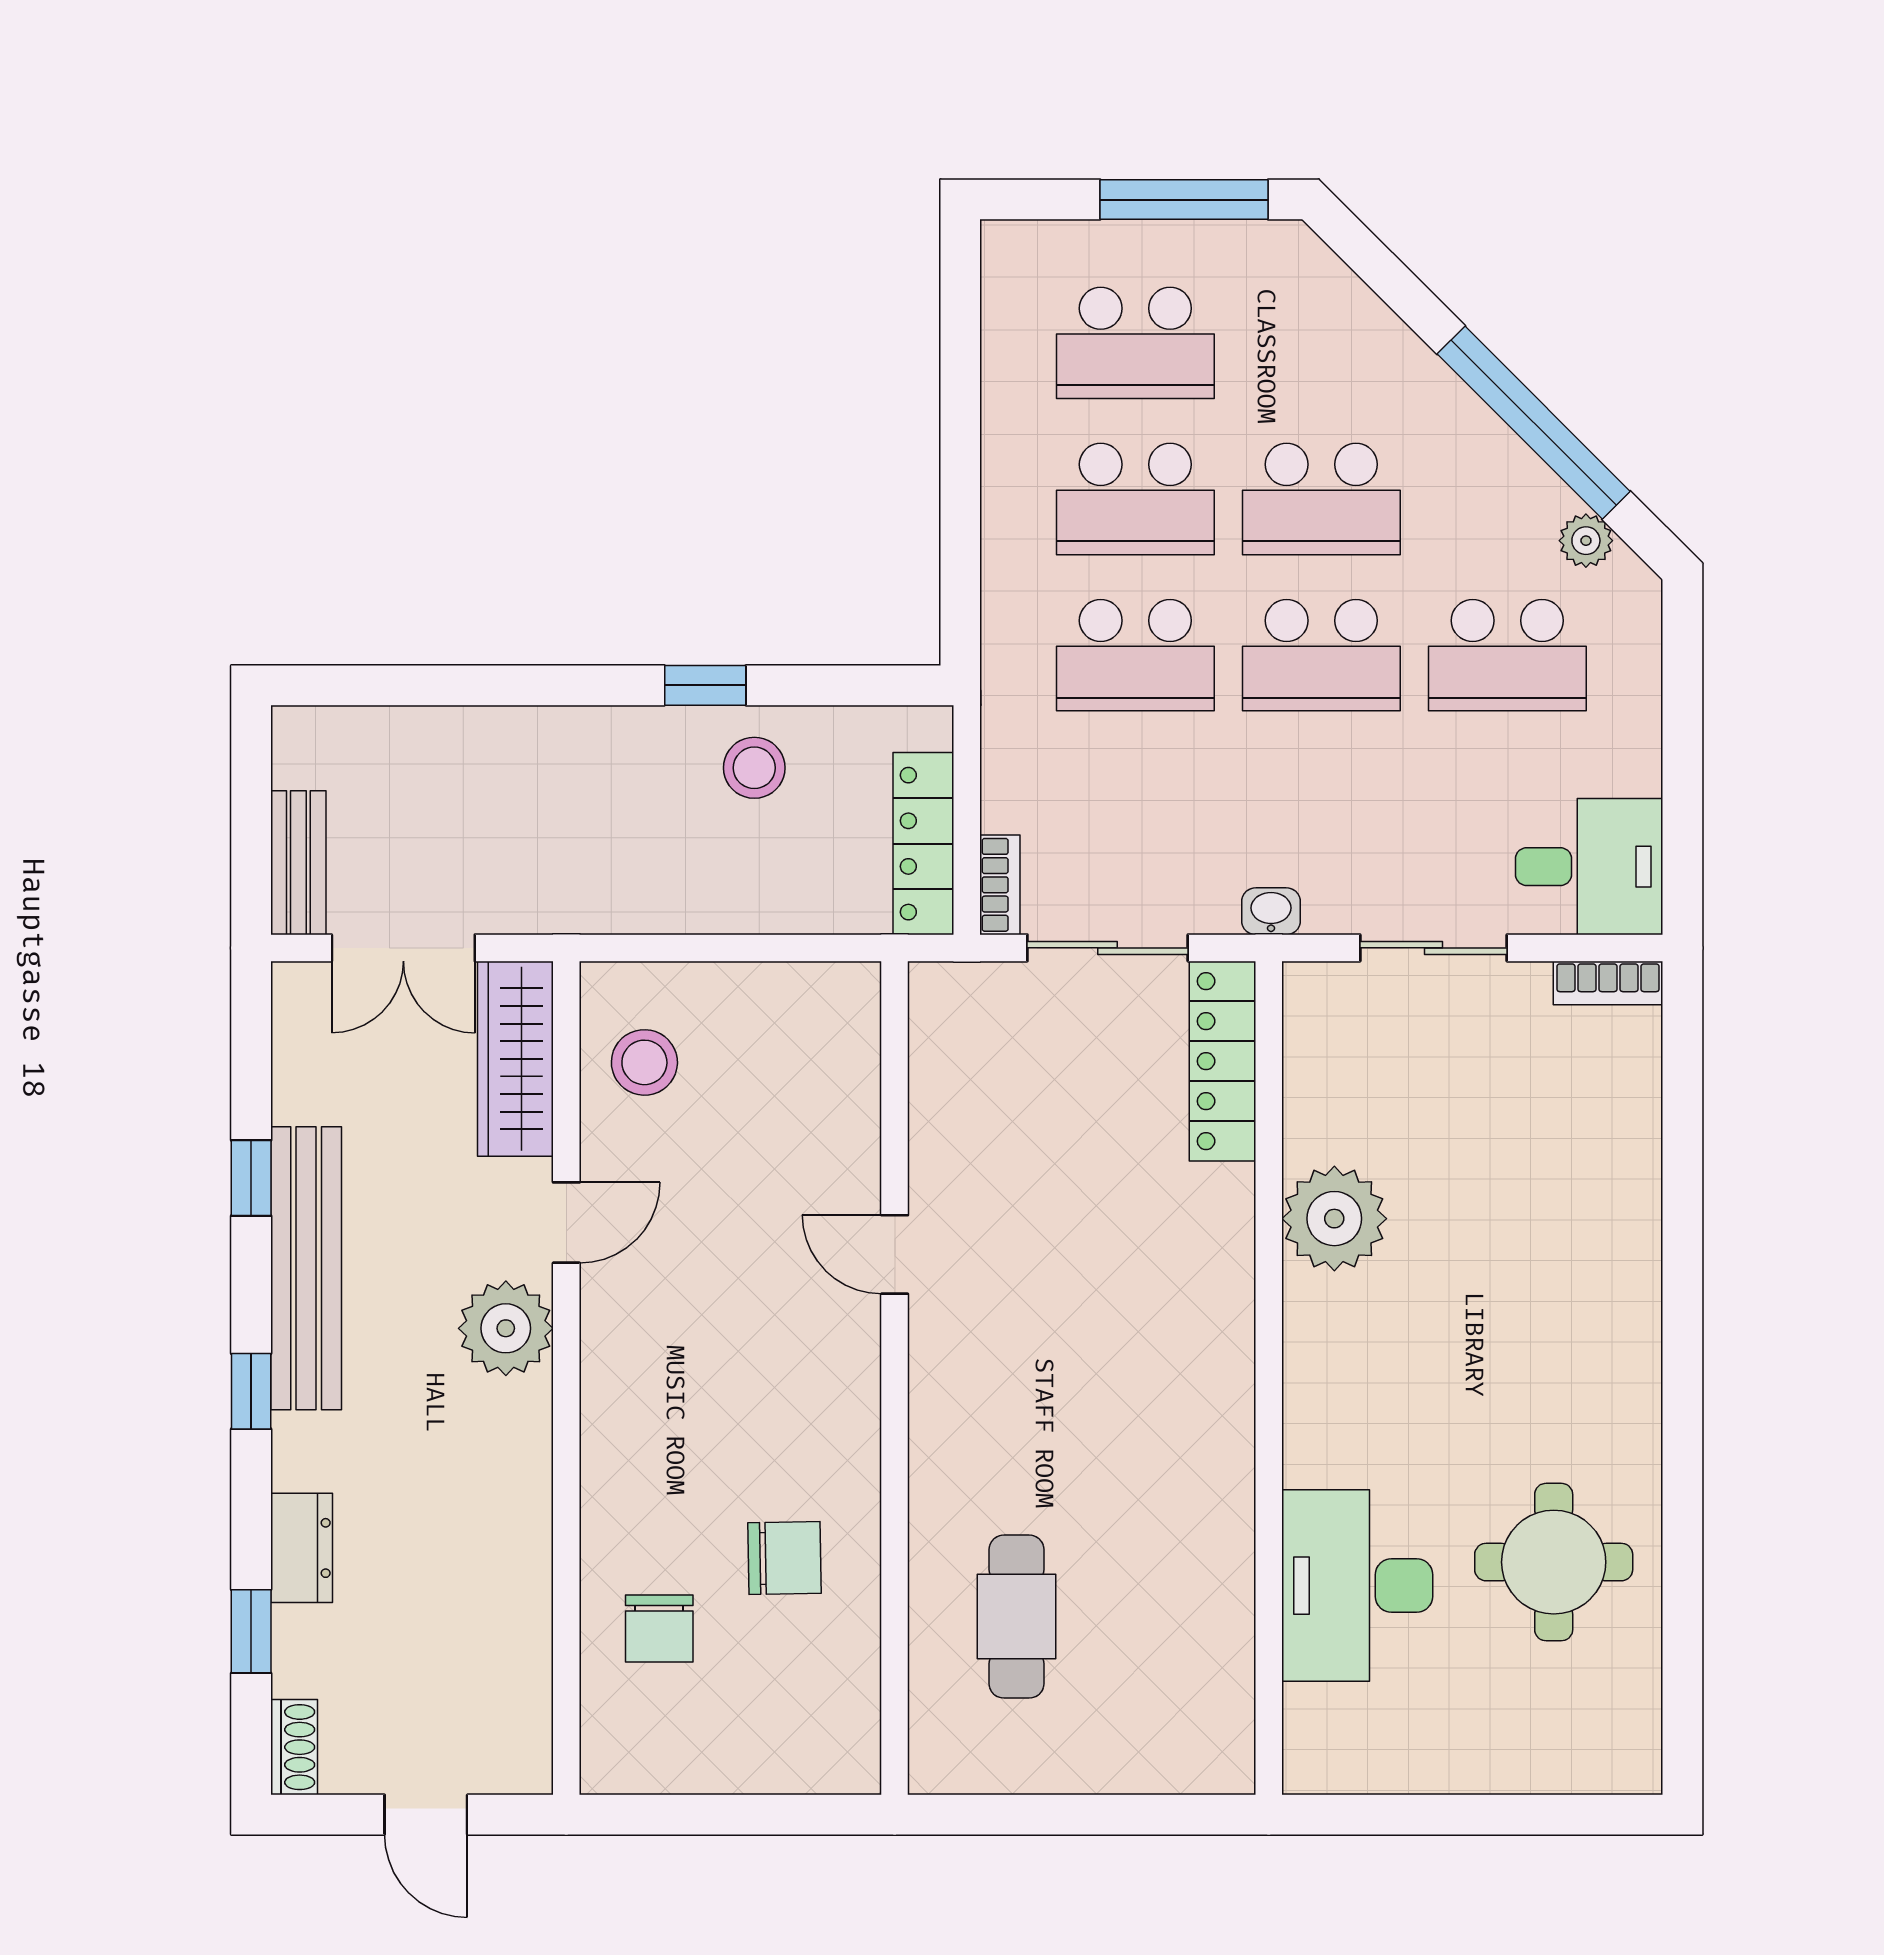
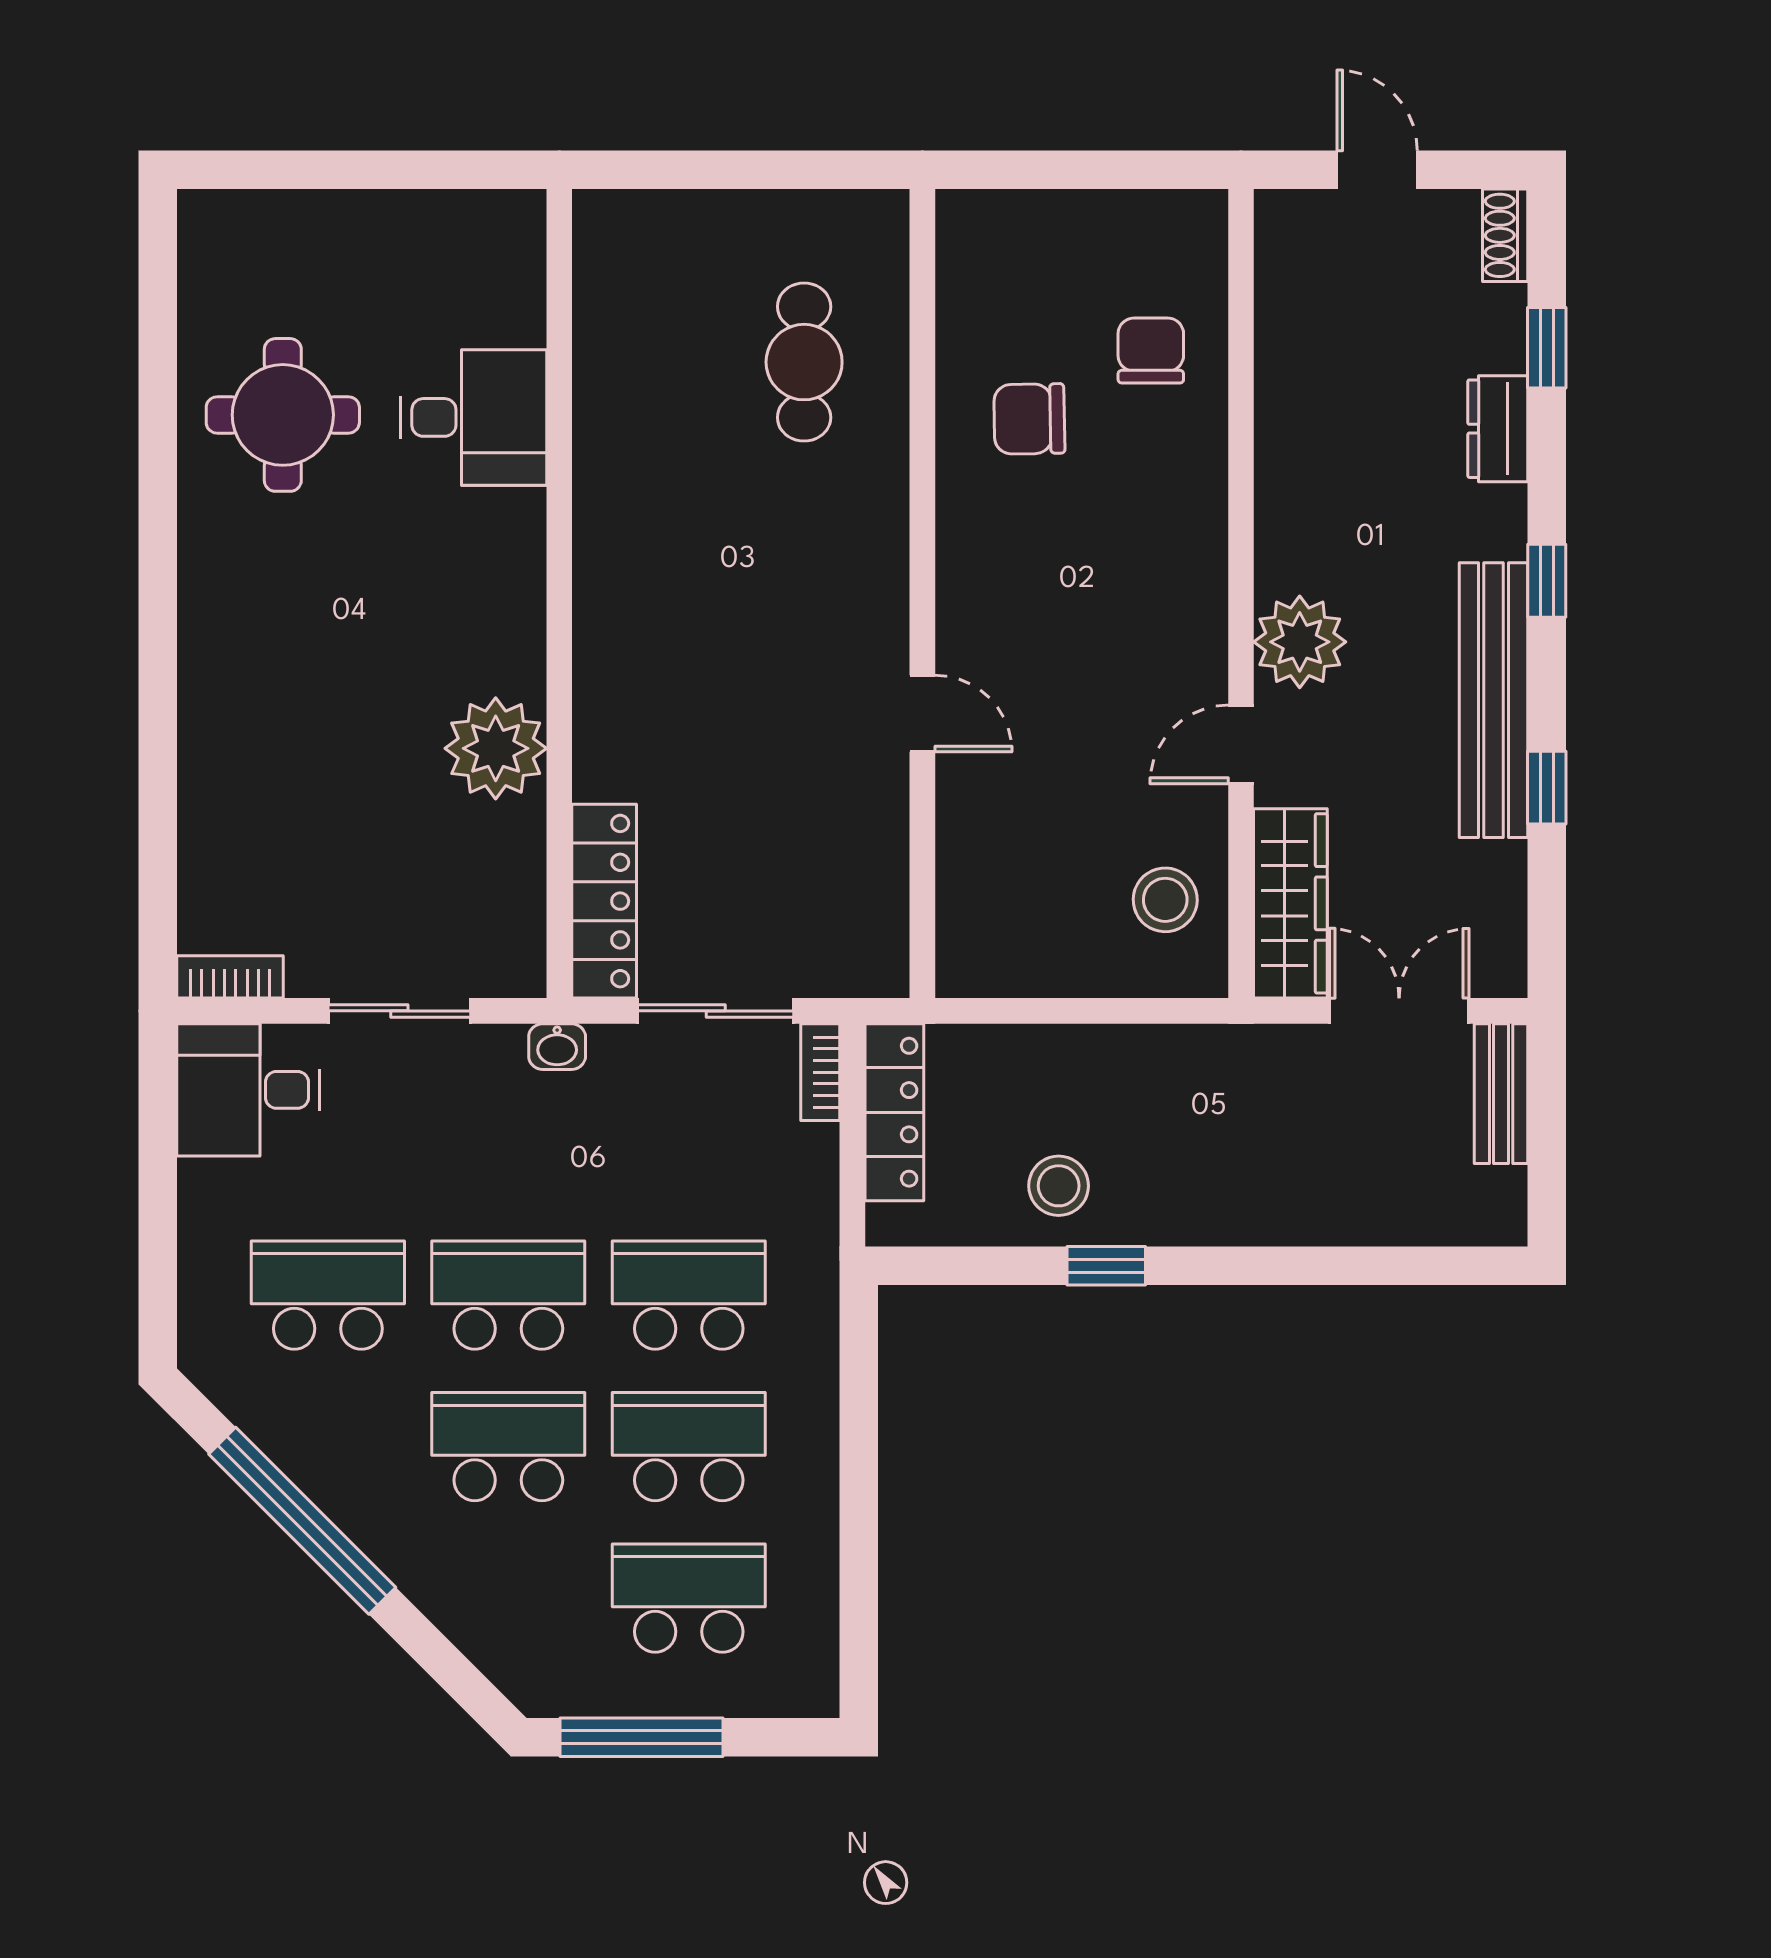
plant: (1586, 541) -> (251, 1406), removed
desk: (1357, 1586) -> (473, 417), width x0.73

